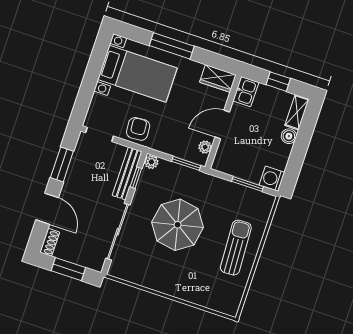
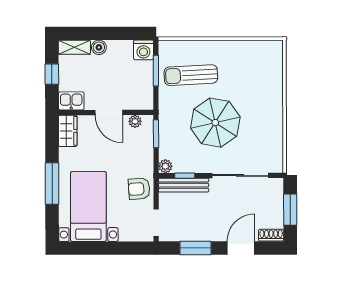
sun lounger: (236, 248) -> (191, 75), moved

